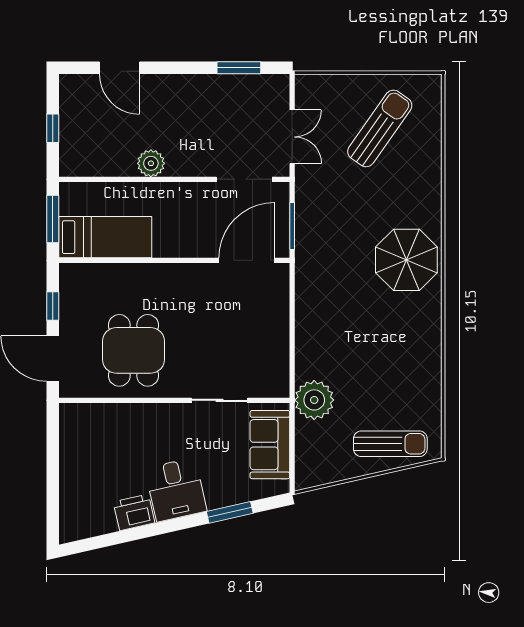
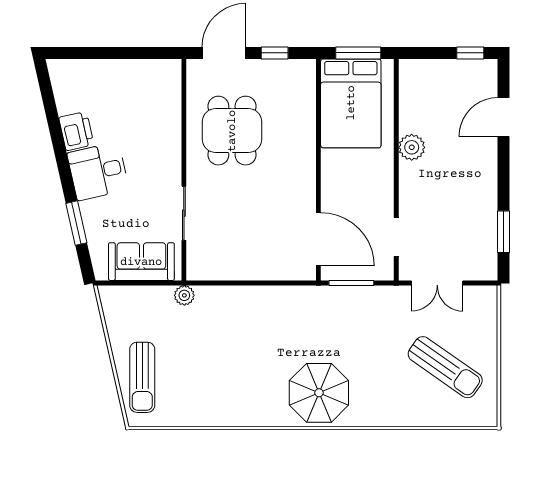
window: (53, 128) -> (470, 53), moved
doorway: (244, 179) -> (396, 237), width x0.73
bed: (105, 237) -> (351, 103), width x1.50
dining table: (133, 350) -> (232, 131), turned 90
plant: (314, 400) -> (184, 295), width x0.53, depth x0.53

